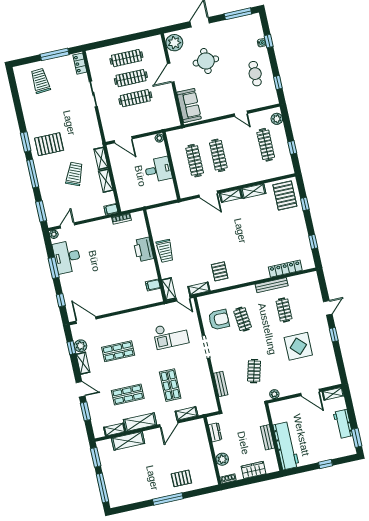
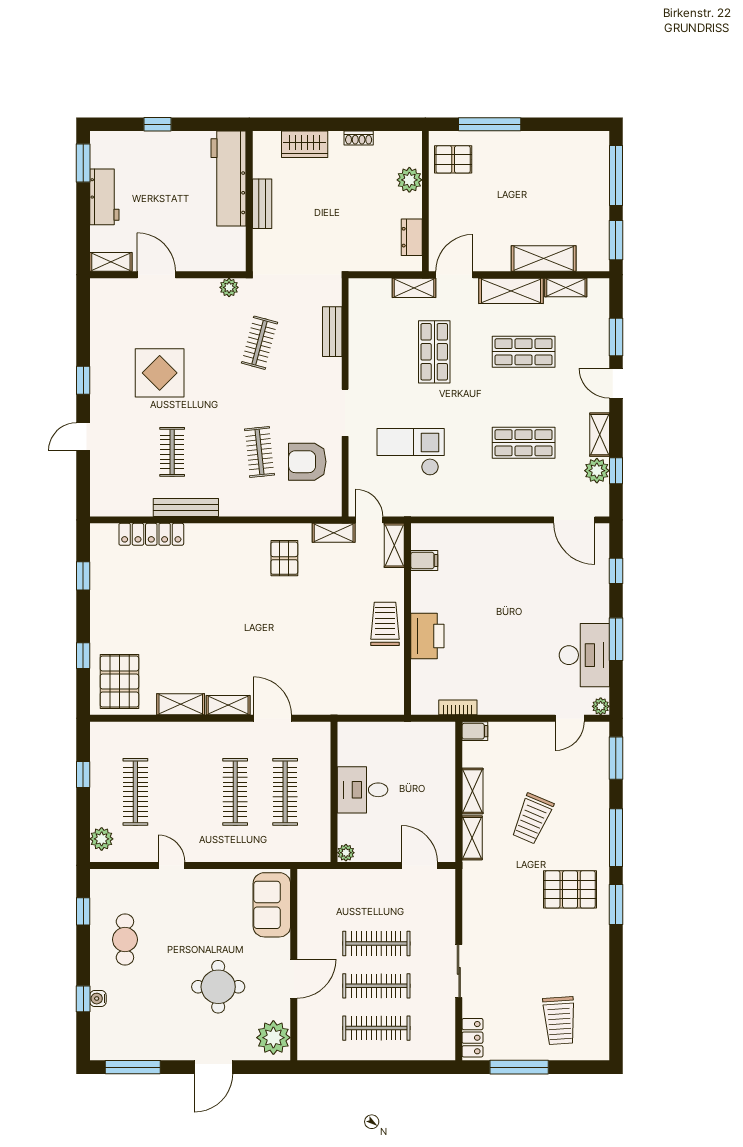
dresser: (215, 432) -> (412, 237), moved
wall: (212, 451) -> (425, 201), moved
plant: (222, 459) -> (409, 180), moved

